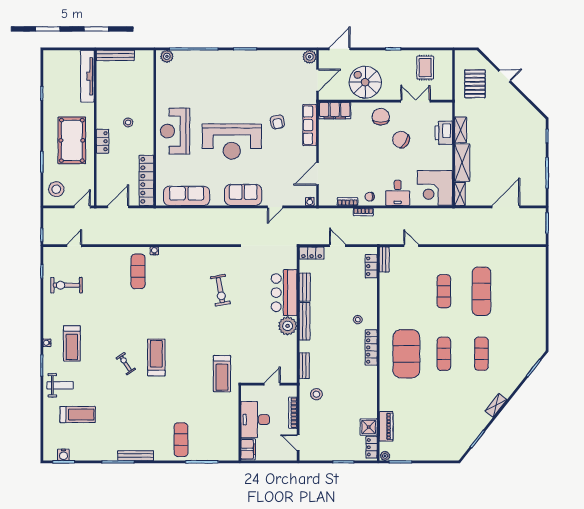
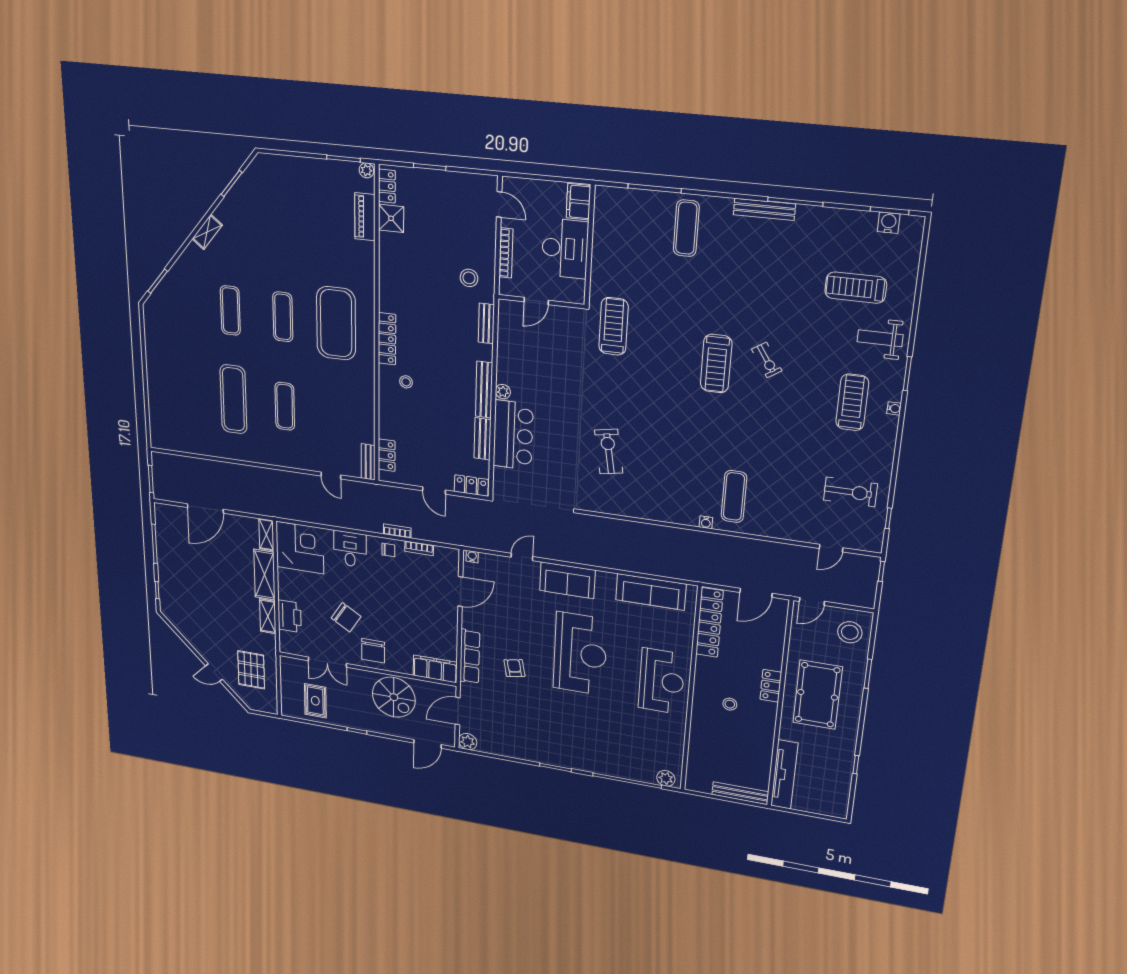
reception desk: (232, 141) -> (580, 654), turned 90
plant: (288, 326) -> (503, 392), width x0.53, depth x0.53

